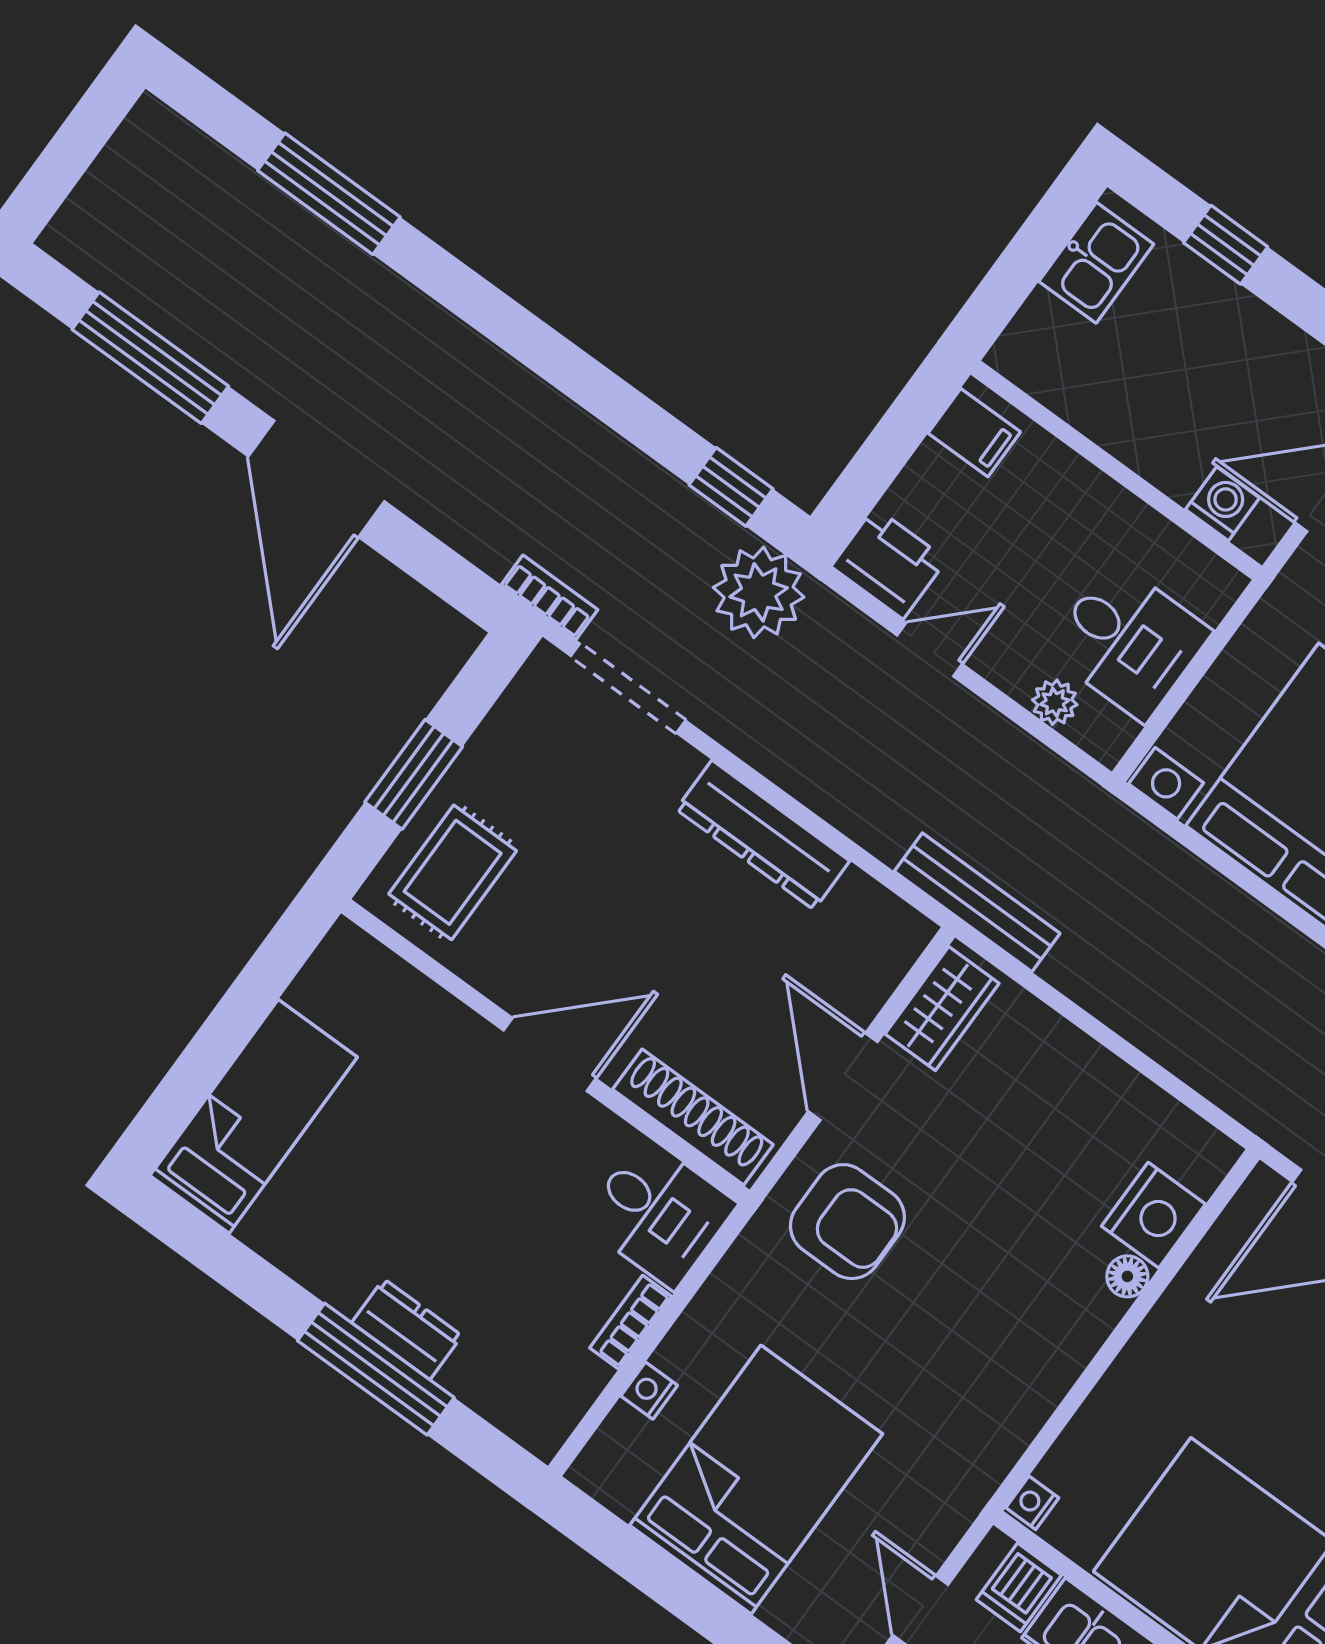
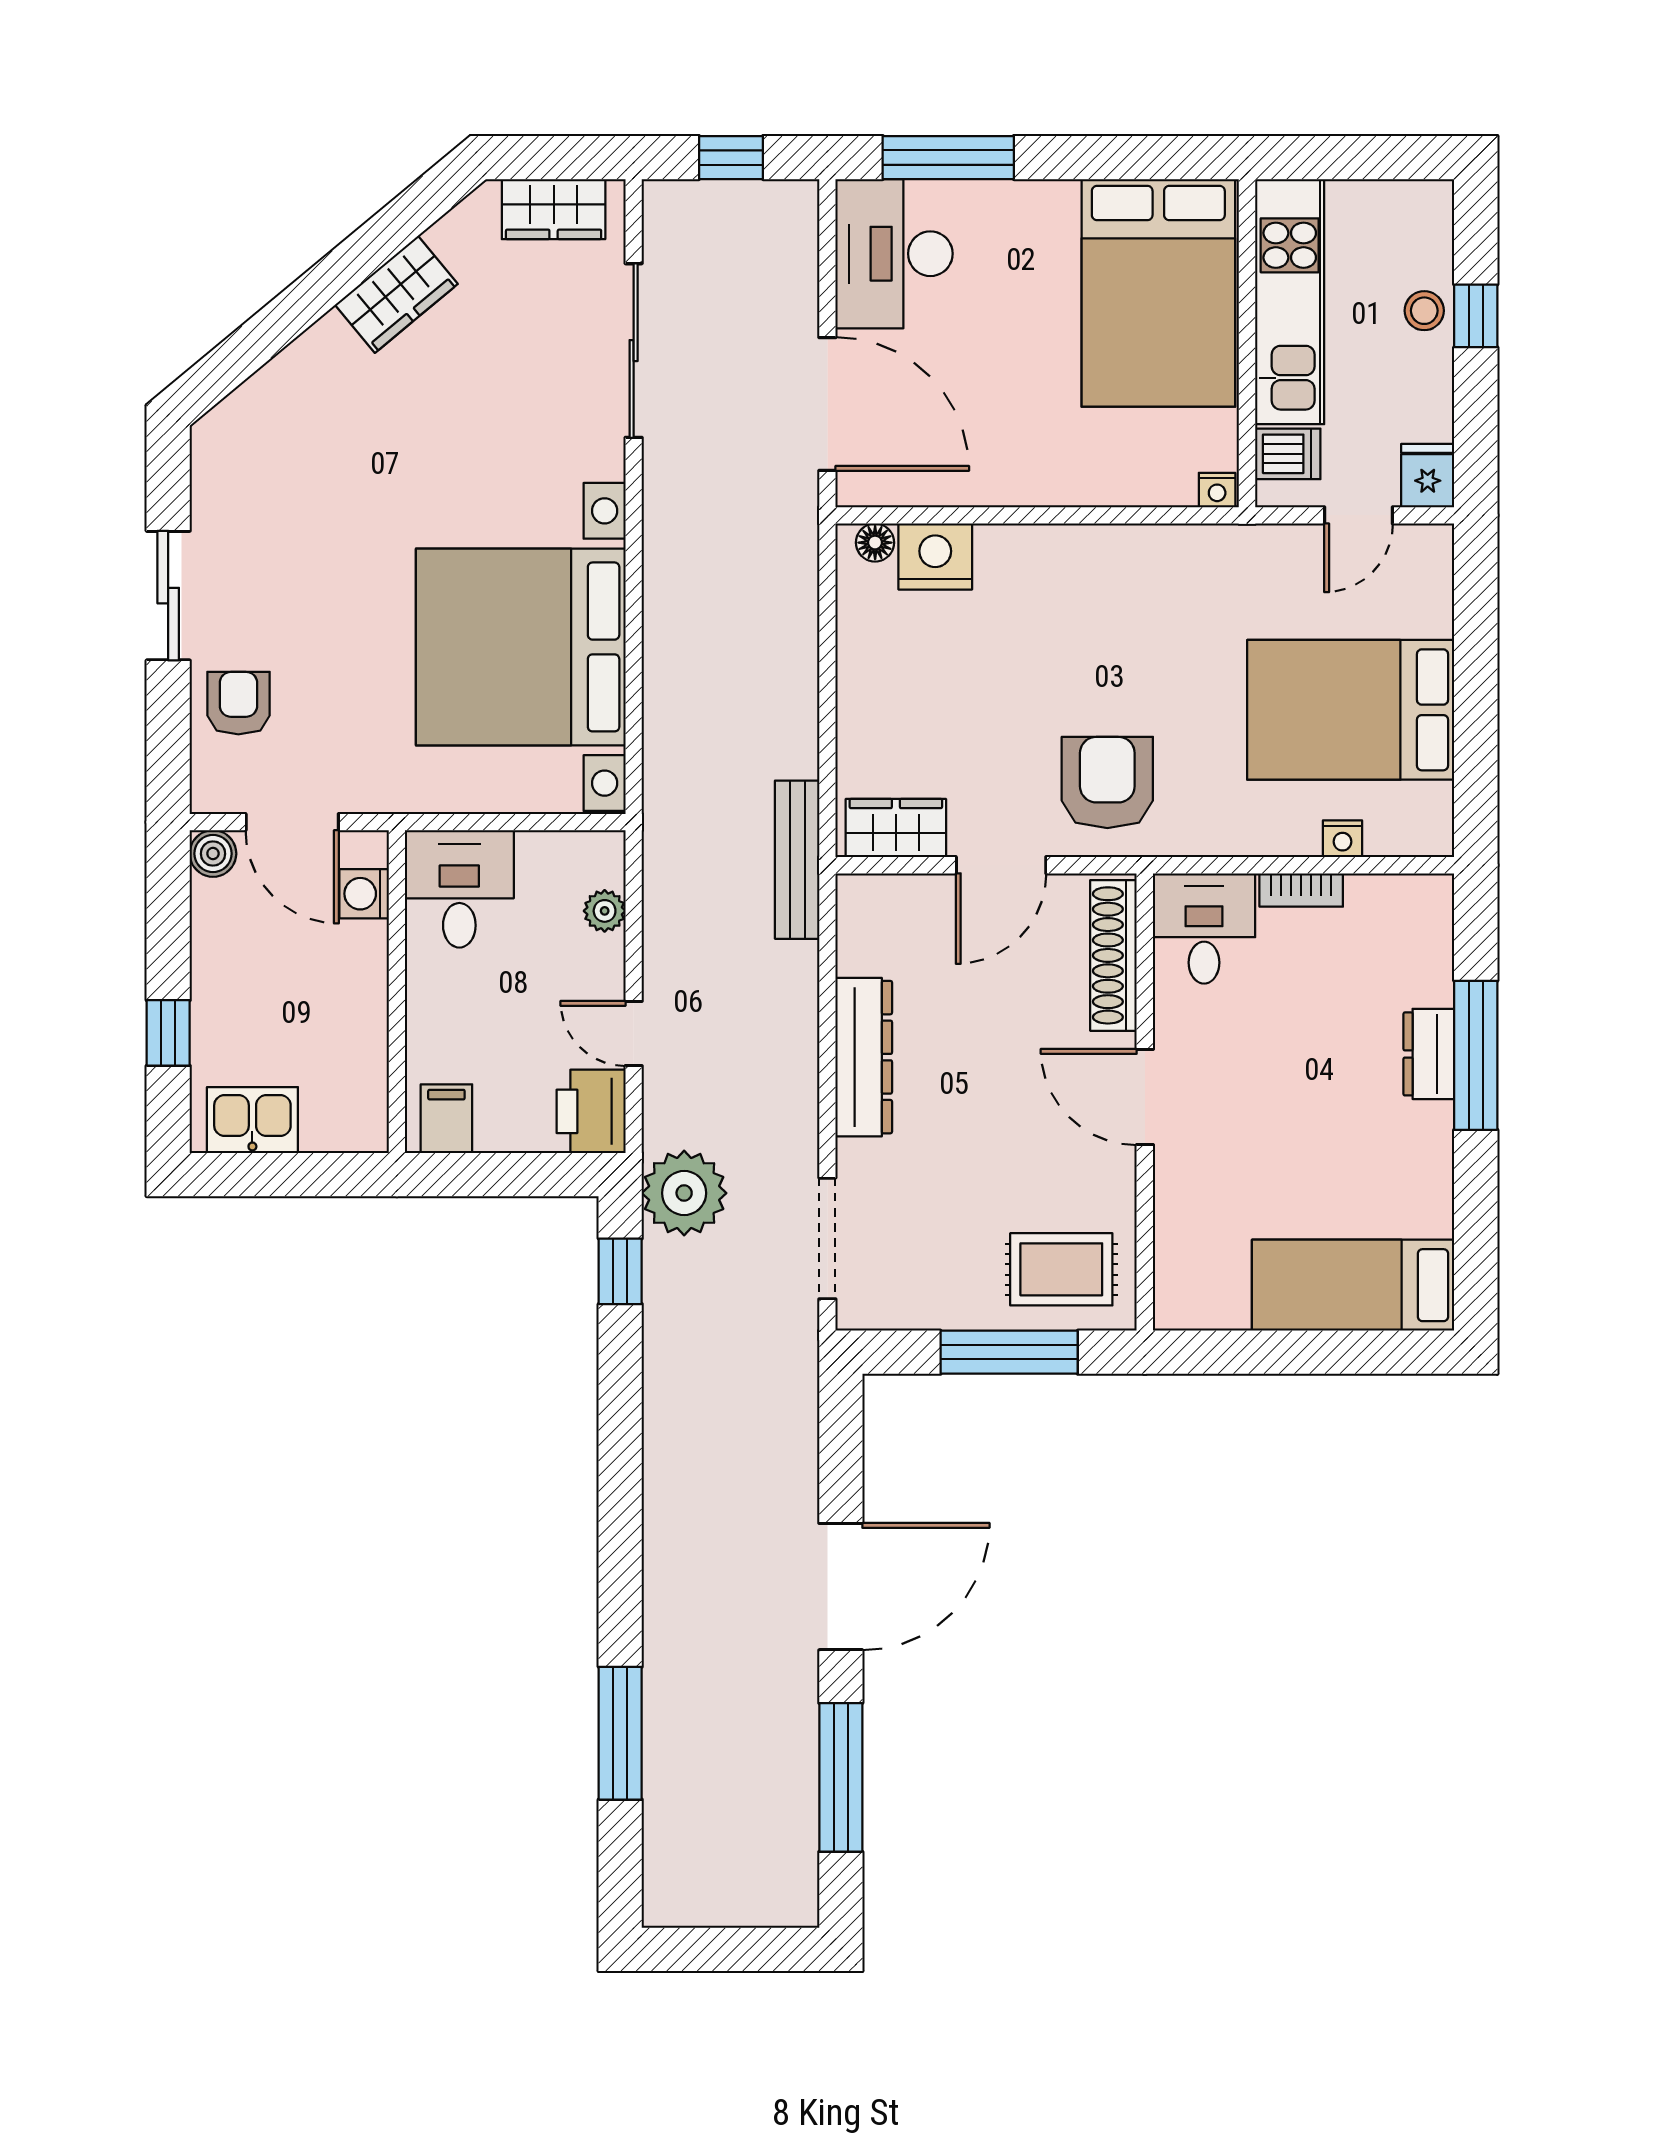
bookcase: (550, 597) -> (802, 1347), removed
desk: (1129, 641) -> (459, 889), moved
window: (414, 774) -> (1009, 1352), width x1.44
floor lamp: (1127, 1276) -> (875, 543), moved

